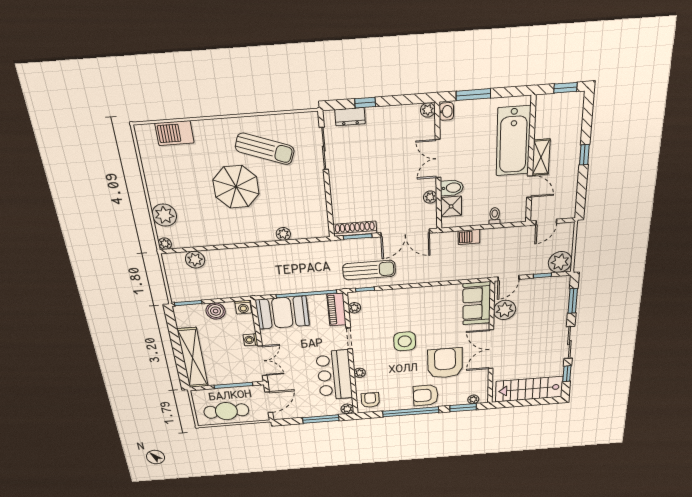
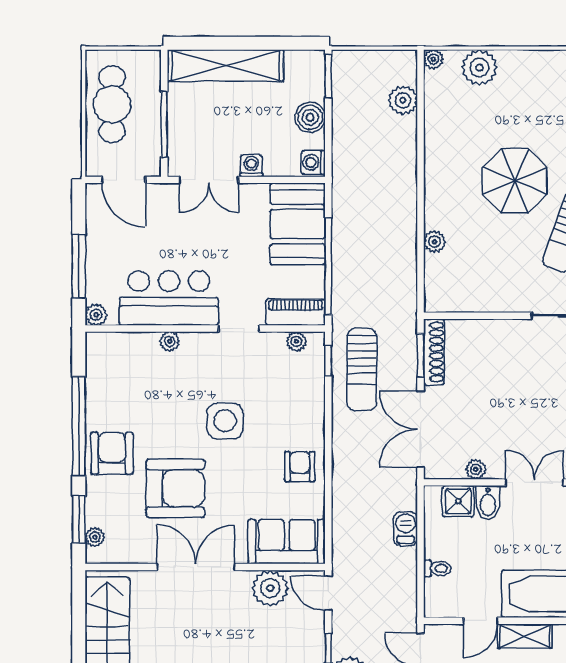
armchair: (370, 400) -> (300, 467), moved, turned -90

